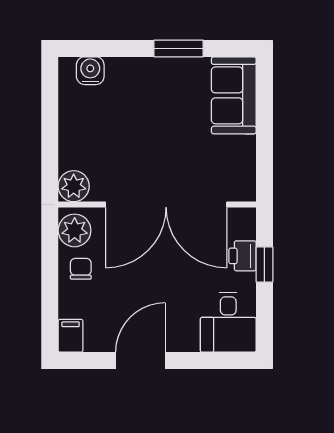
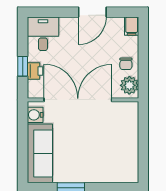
water cooler: (90, 71) -> (35, 115), moved, turned 90
sofa: (234, 95) -> (40, 153), width x1.36
plant: (74, 186) -> (130, 110), removed

